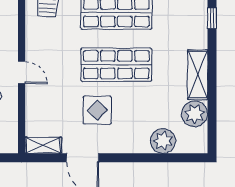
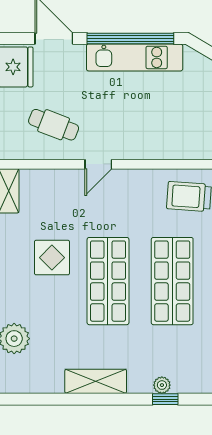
plant: (195, 114) -> (162, 385), moved, width x0.53, depth x0.53

